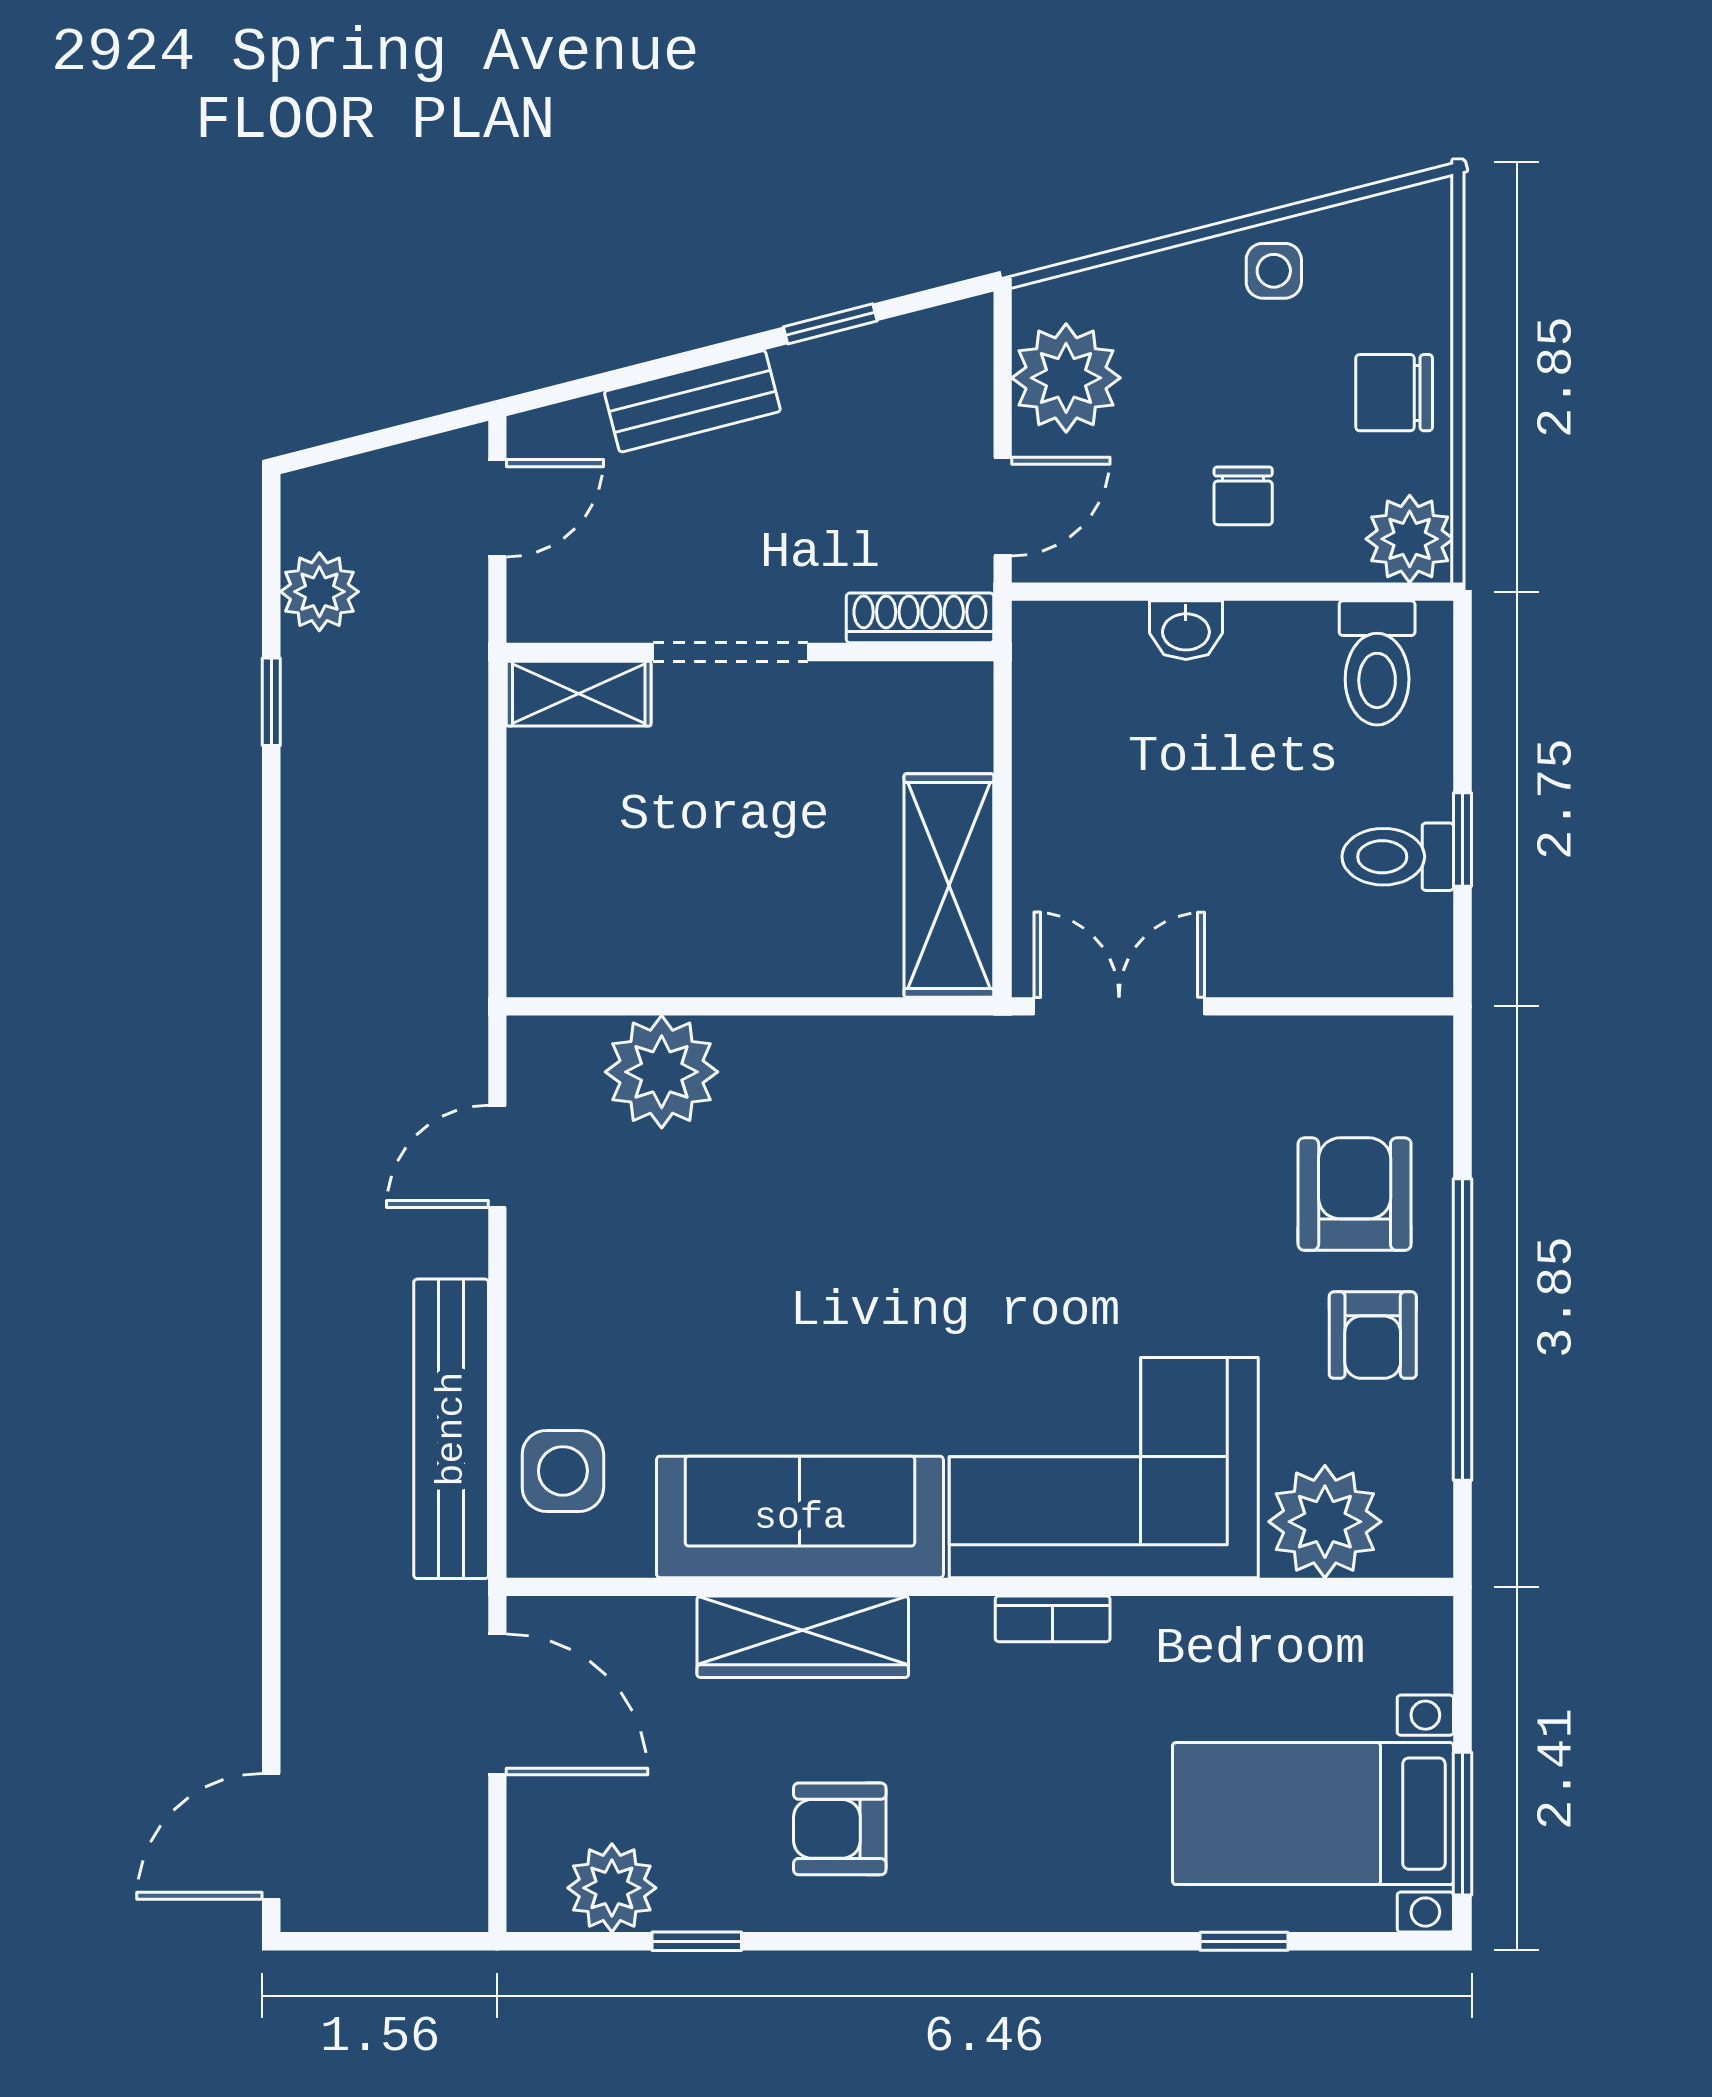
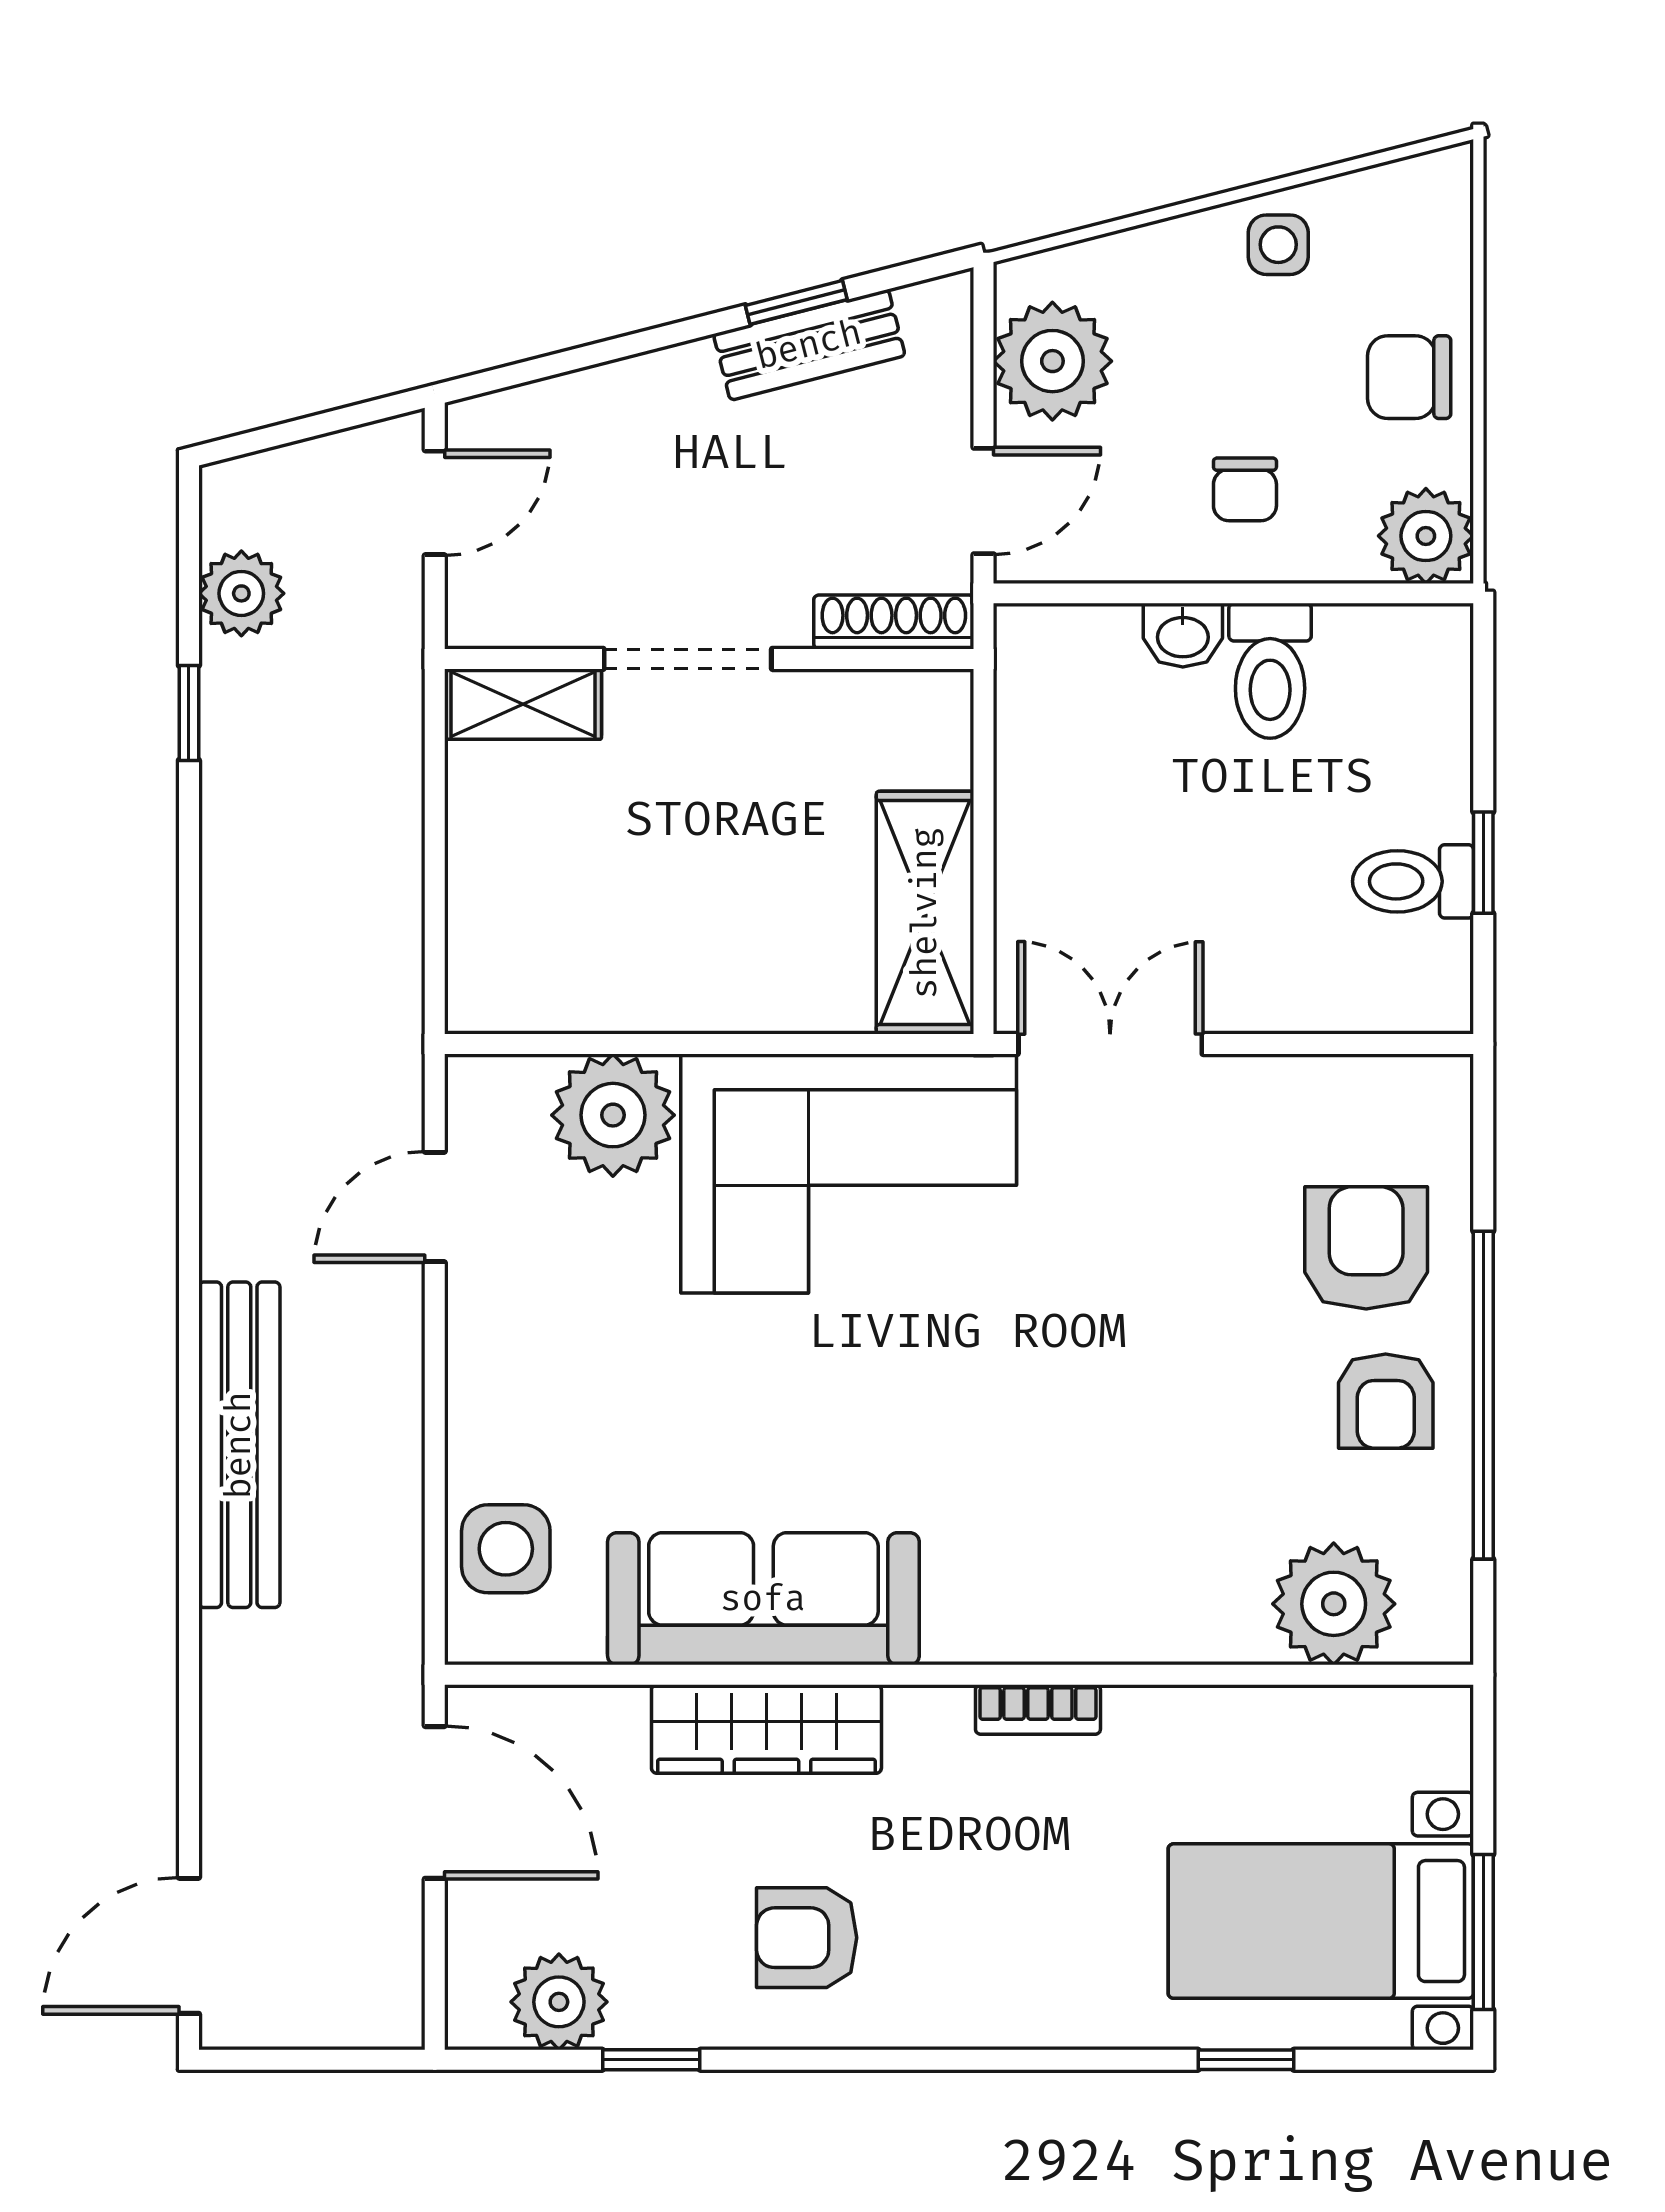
bench: (692, 401) -> (809, 345), moved
toilet: (1377, 663) -> (1270, 671), moved
bench: (451, 1429) -> (239, 1445), moved
corner sofa: (1104, 1468) -> (849, 1174), moved, turned 180

